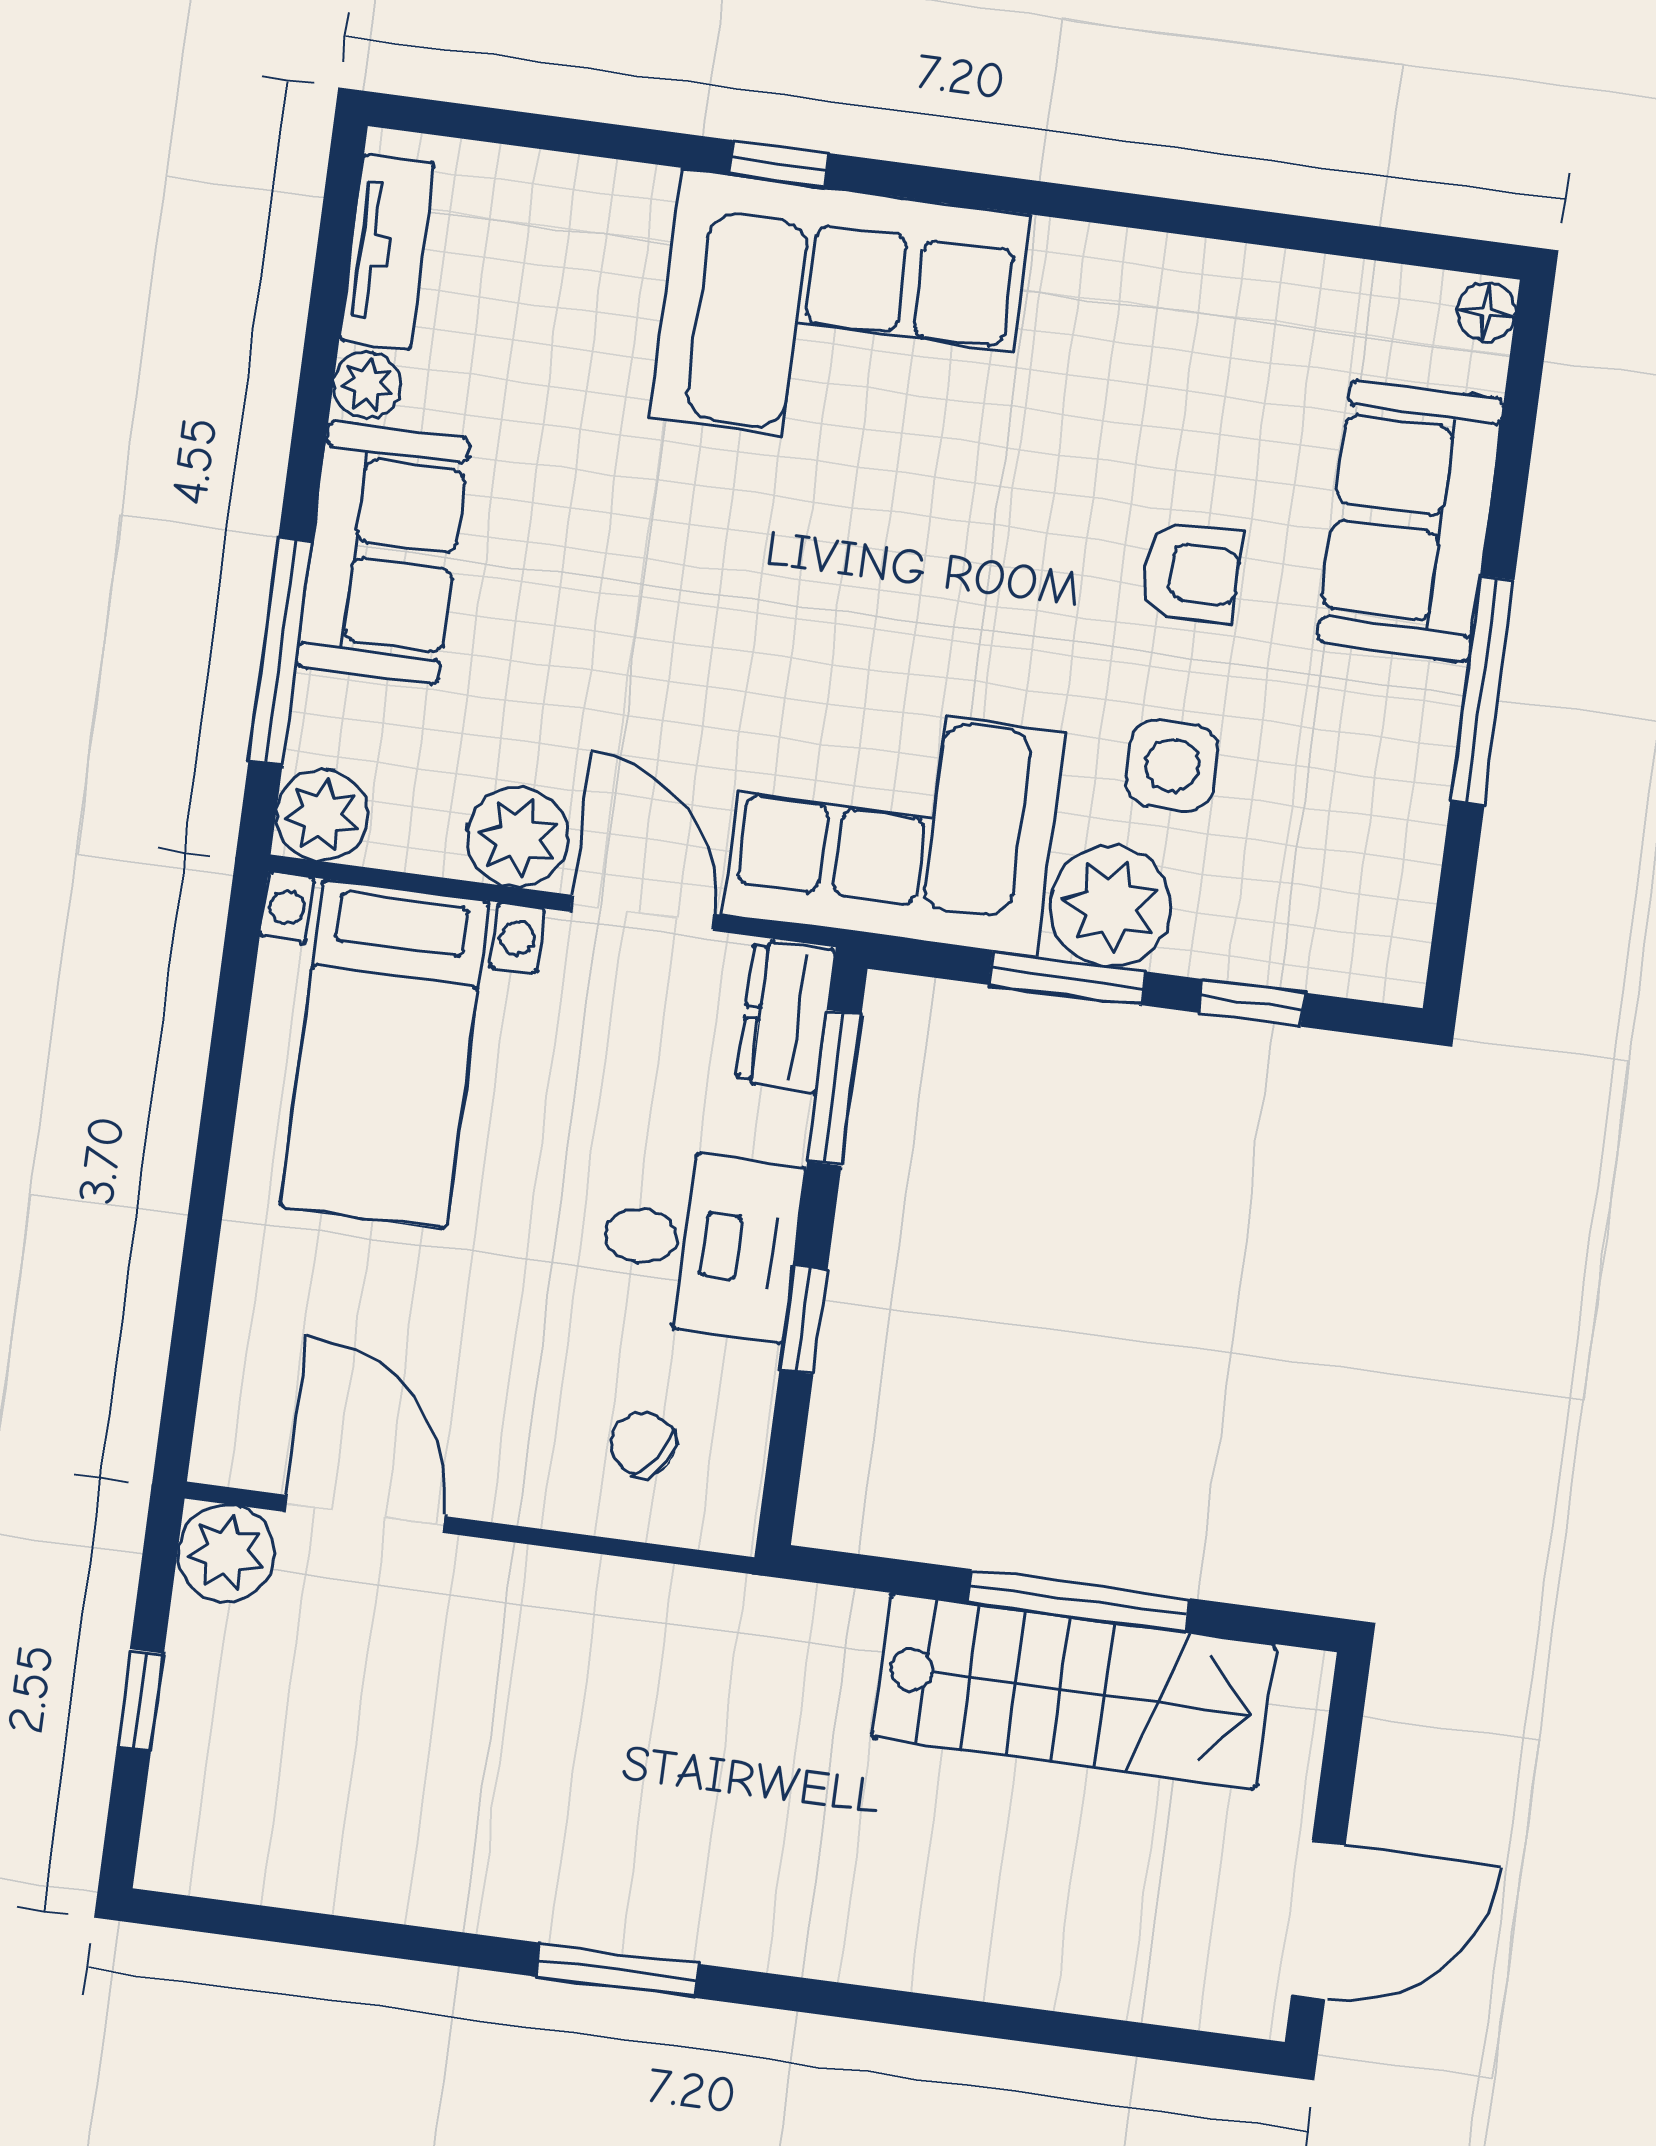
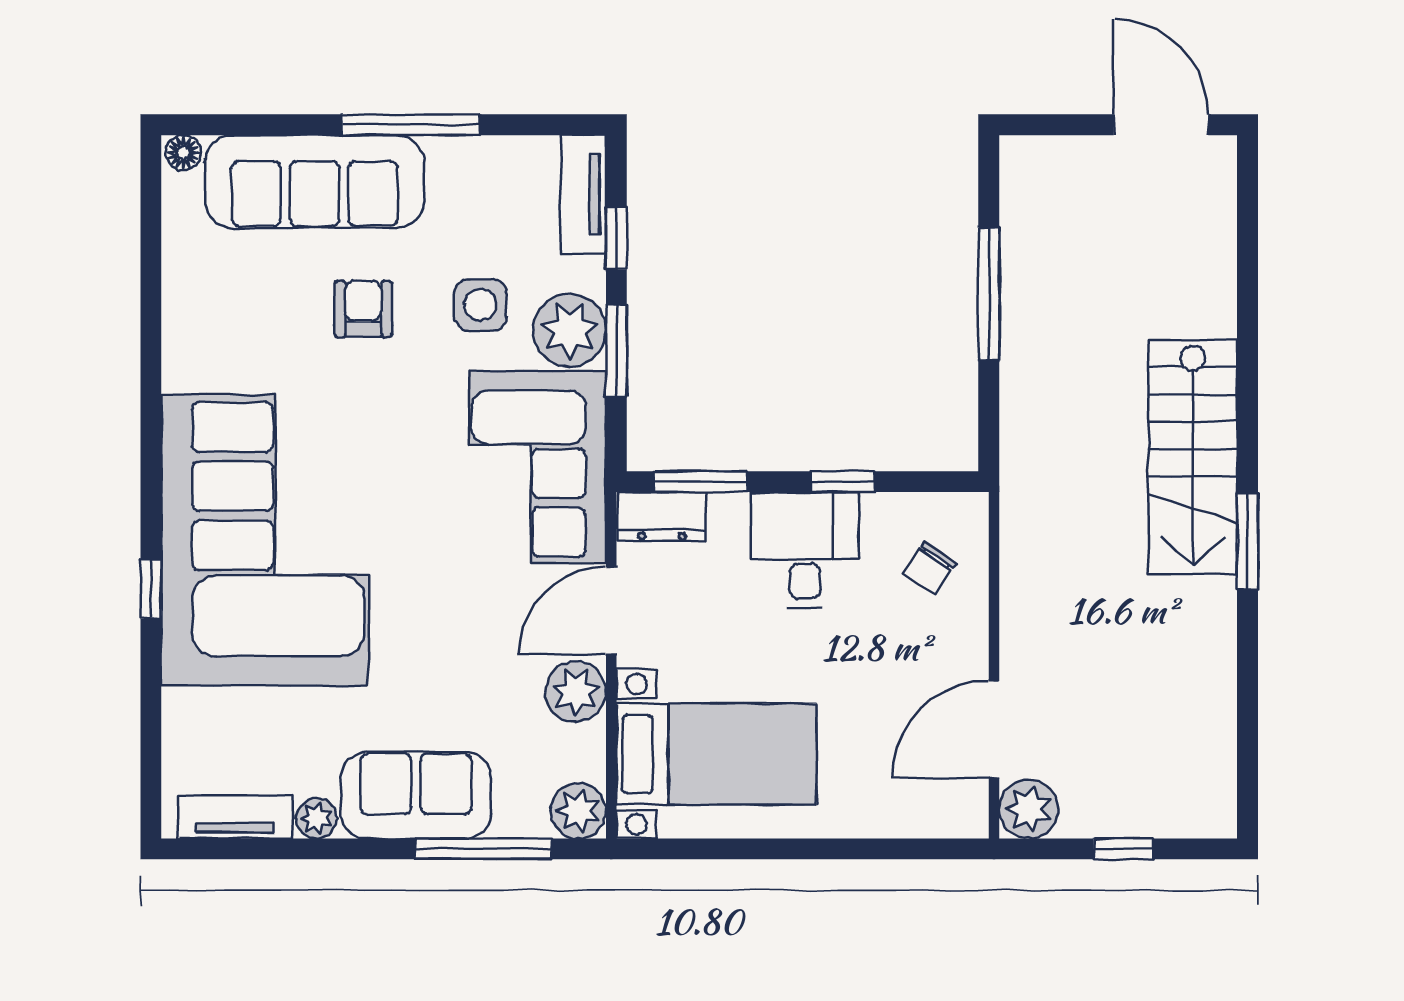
corner sofa: (840, 316) -> (265, 540), width x1.36, depth x1.36
sofa: (1410, 521) -> (314, 182), width x1.36
tv unit: (1330, 958) -> (583, 195), added
stairs: (1073, 1691) -> (1193, 457), moved, turned 180

